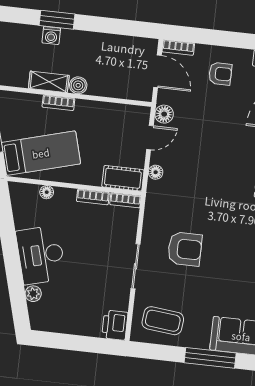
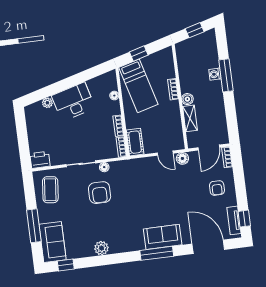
window: (57, 20) -> (226, 75), width x1.44
shelving: (49, 82) -> (190, 118), moved
floor lamp: (156, 172) -> (104, 167), moved

